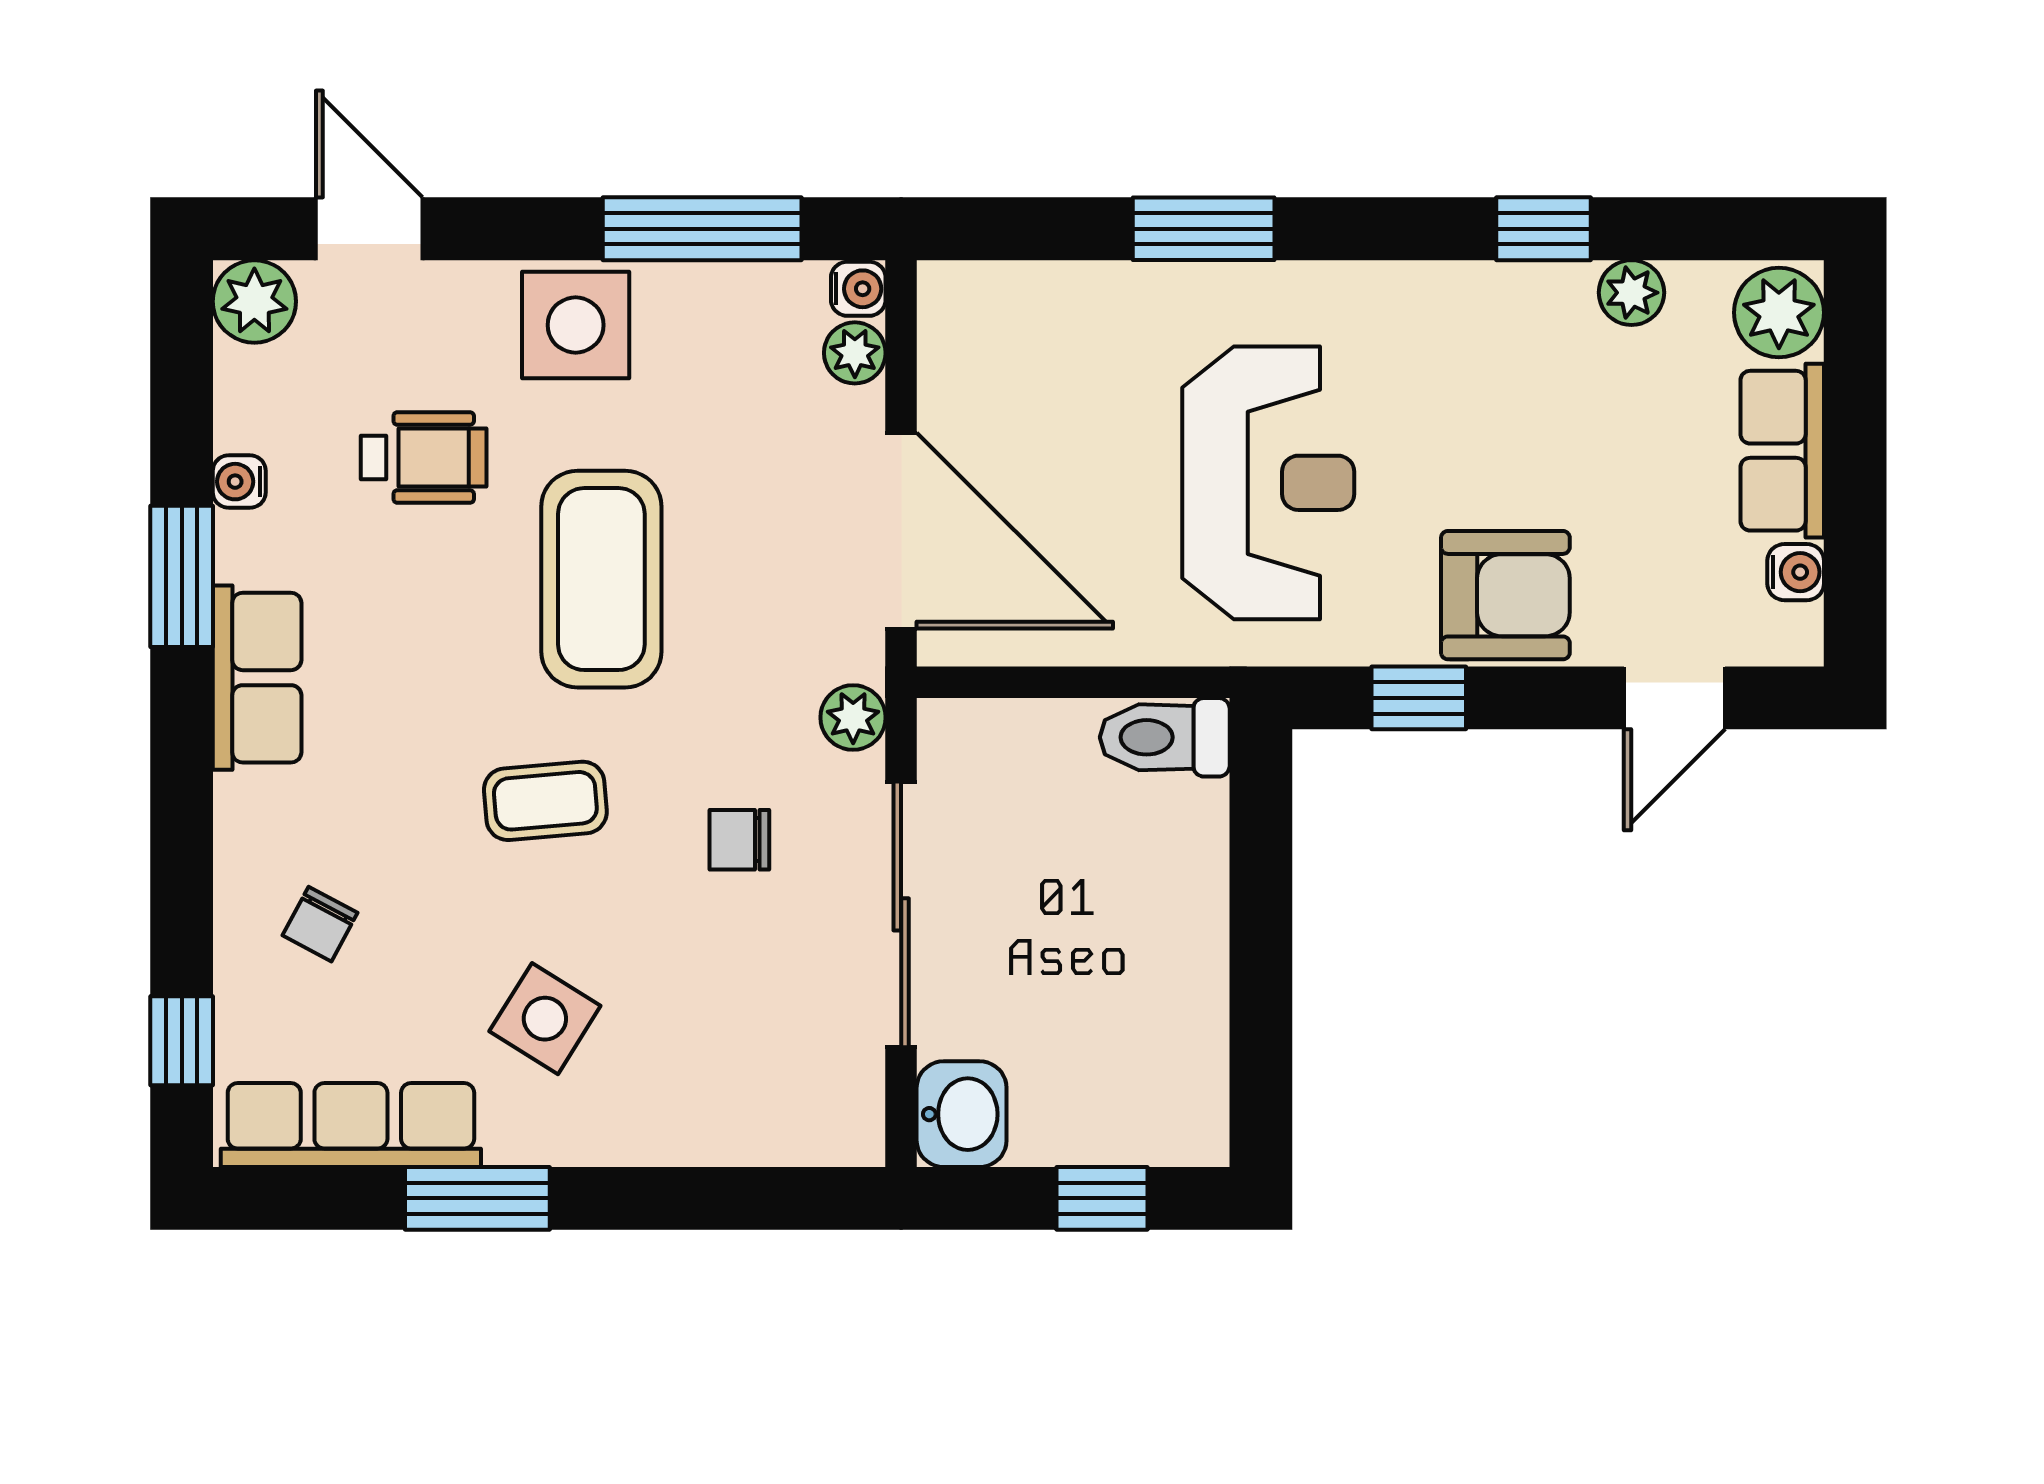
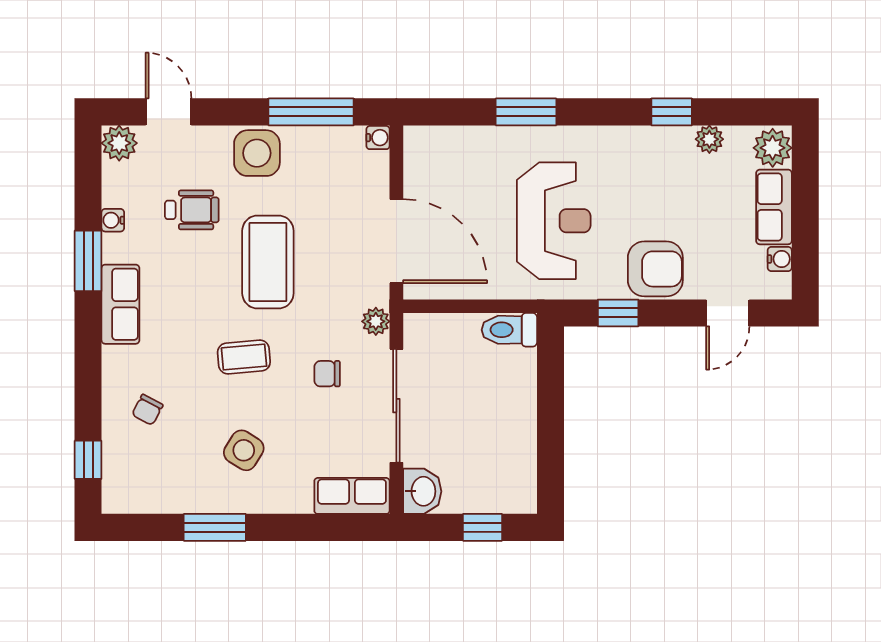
plant: (855, 353) -> (377, 165), removed
row of seats: (351, 1125) -> (352, 496), moved, width x0.68

